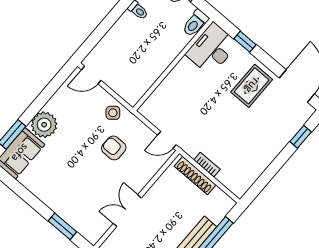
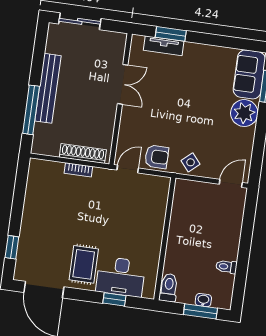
desk: (212, 49) -> (121, 277), moved, turned 90
armchair: (114, 148) -> (157, 157), moved
tv unit: (74, 221) -> (164, 46), added

